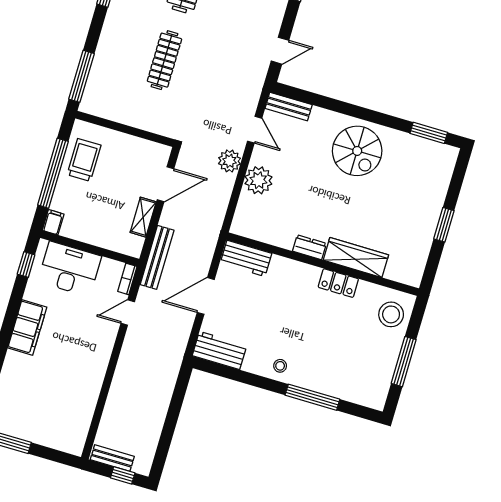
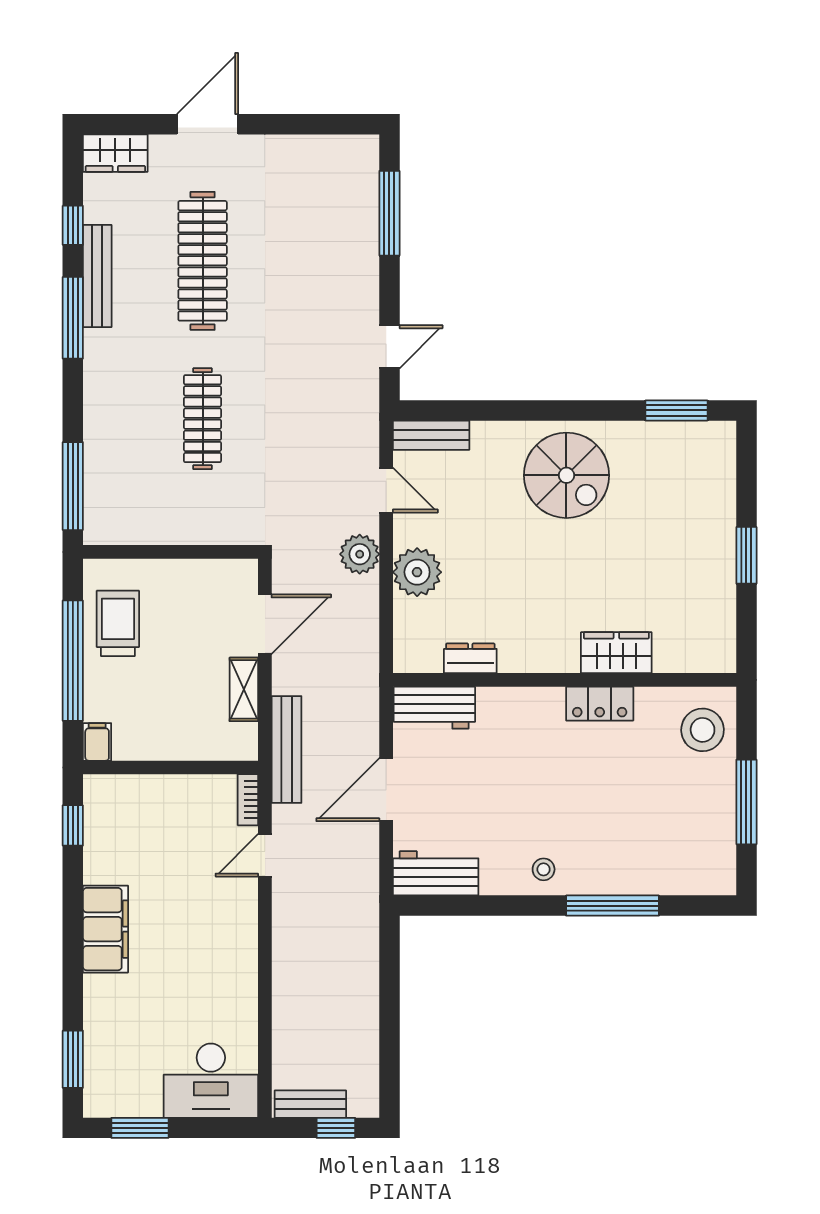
dresser: (309, 247) -> (470, 658), moved
wardrobe: (356, 258) -> (616, 653), width x0.67
desk: (70, 269) -> (211, 1081), moved, turned 180

